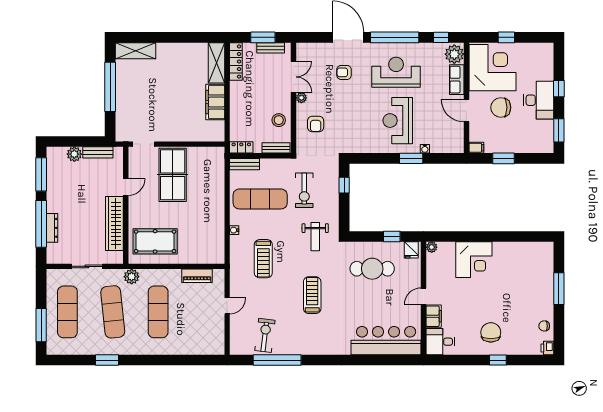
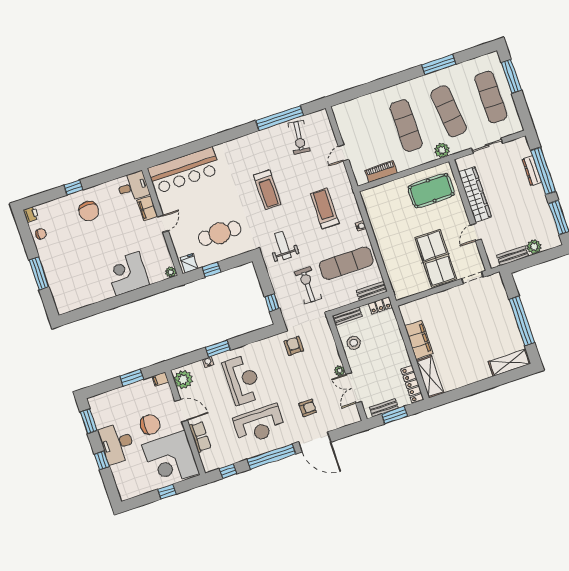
plant: (454, 54) -> (183, 380), moved
armchair: (316, 124) -> (294, 346), moved
window: (107, 360) -> (439, 65), width x1.44

